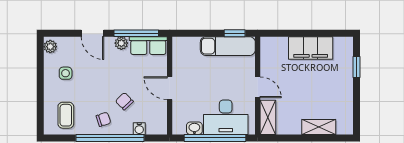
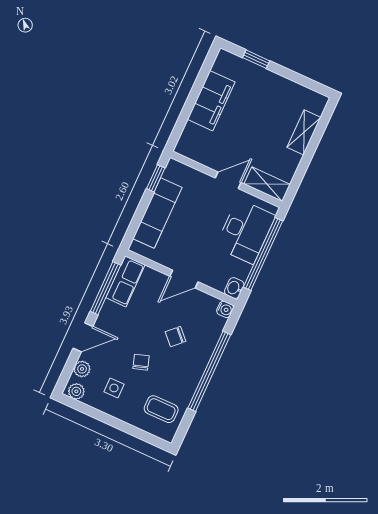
plant: (121, 43) -> (82, 369), moved
exam couch: (228, 46) -> (157, 213), moved
chair: (103, 119) -> (141, 362), moved
washbasin: (194, 128) -> (234, 288), moved
water cooler: (139, 129) -> (225, 309), moved

